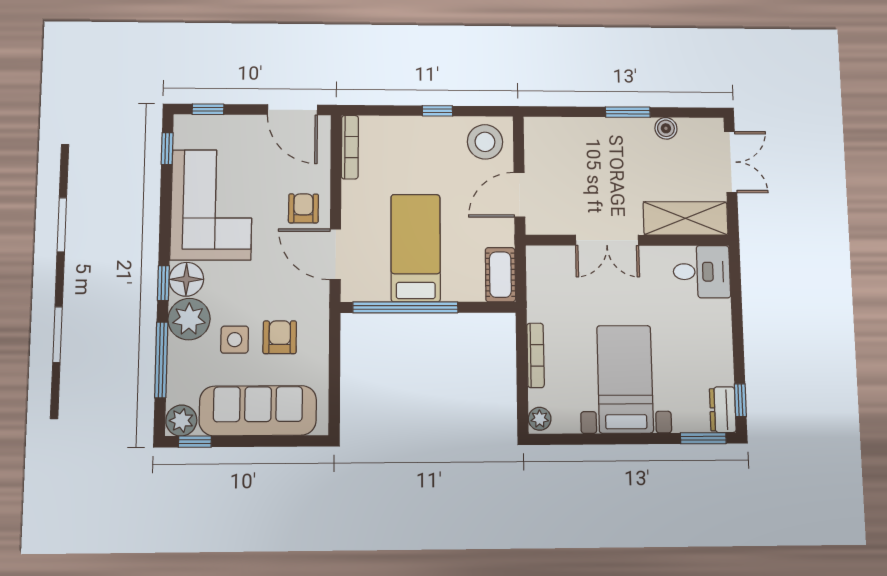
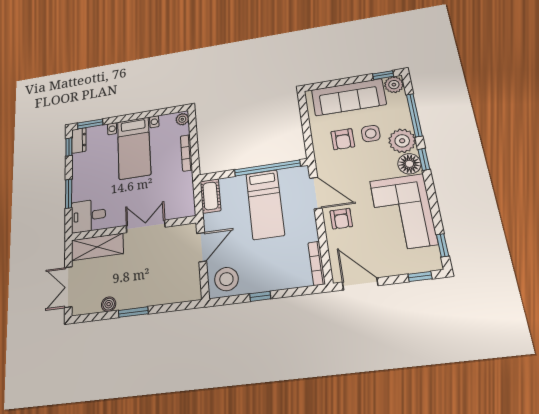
window: (737, 315) -> (69, 194), added

